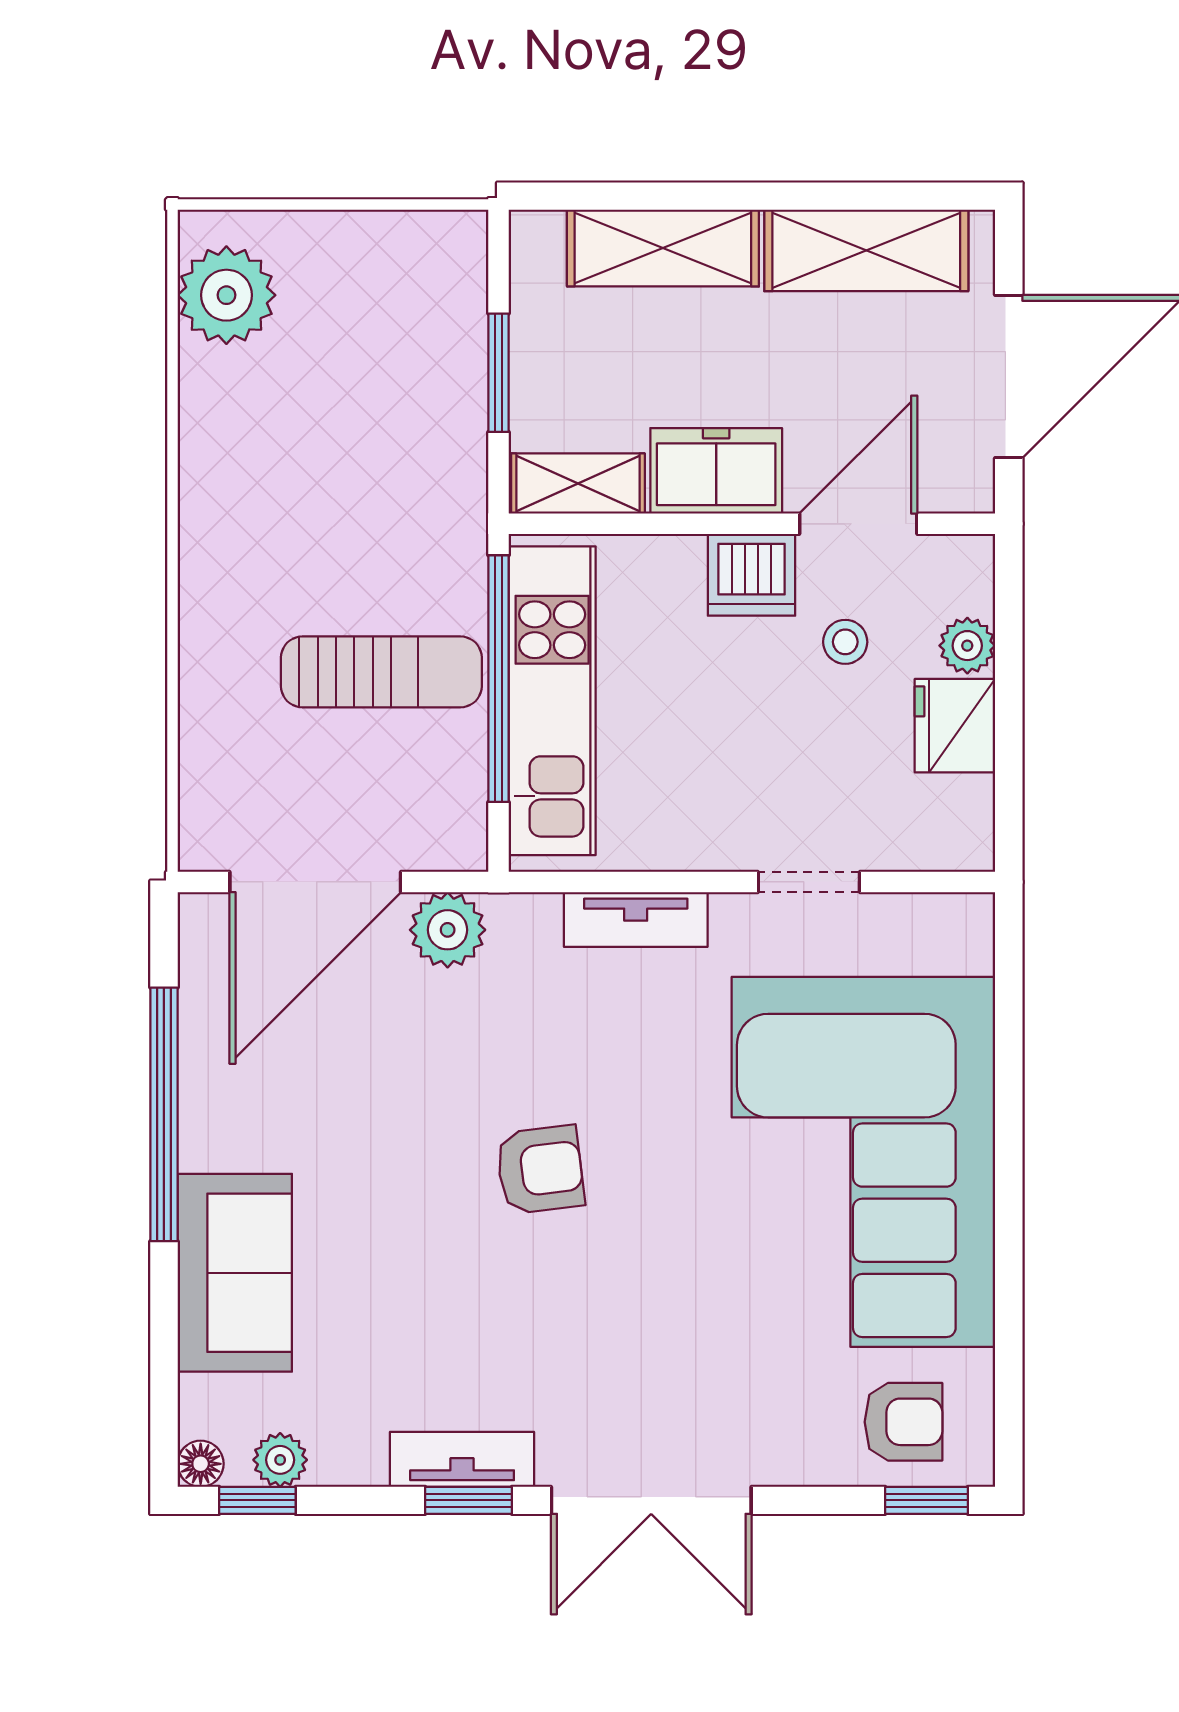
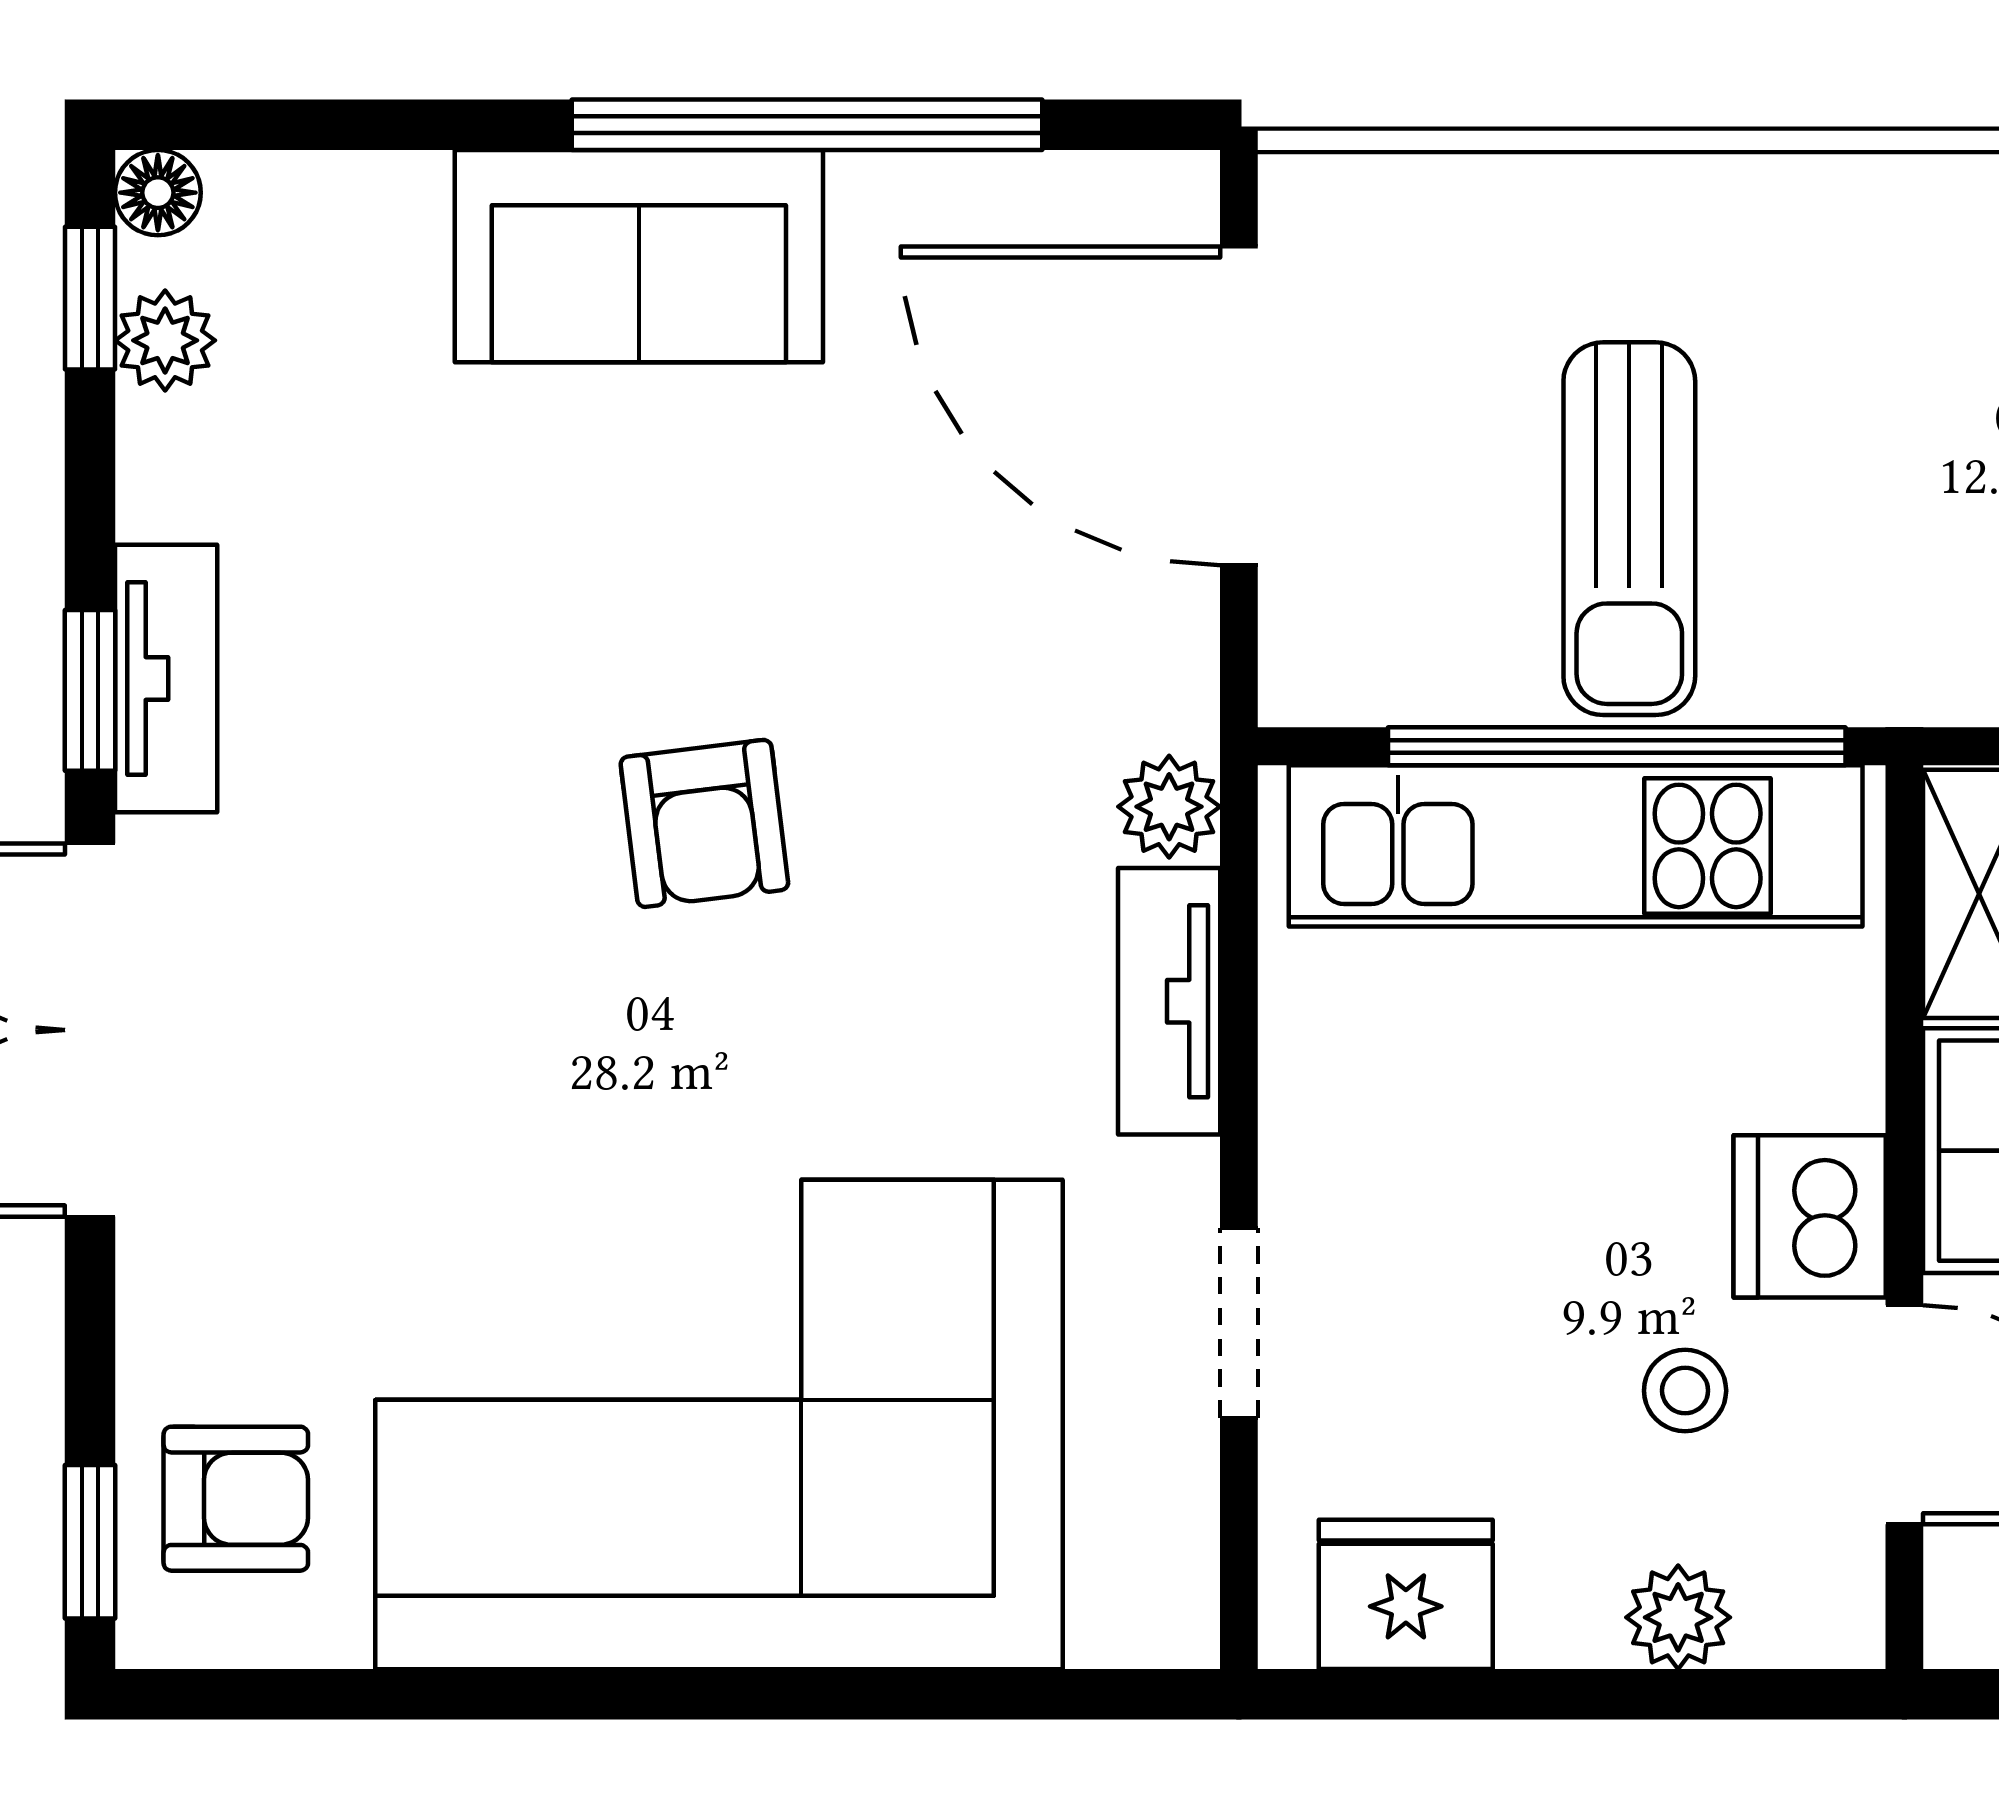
fridge: (955, 726) -> (1406, 1594), moved
plant: (448, 930) -> (1169, 807), moved, width x0.73, depth x0.73
sofa: (235, 1273) -> (639, 256), moved
armchair: (903, 1422) -> (236, 1499), turned -90

